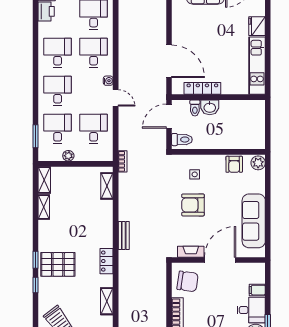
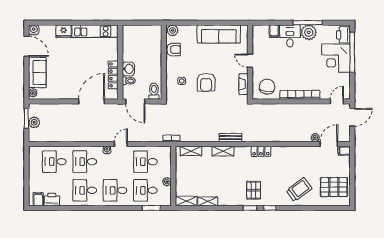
door: (220, 260) -> (250, 61), width x0.53
locker: (106, 261) -> (261, 151), moved
pallet: (58, 264) -> (254, 190), width x0.67, depth x0.71
shelving: (107, 301) -> (223, 151), moved

